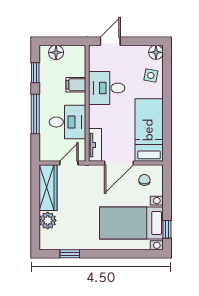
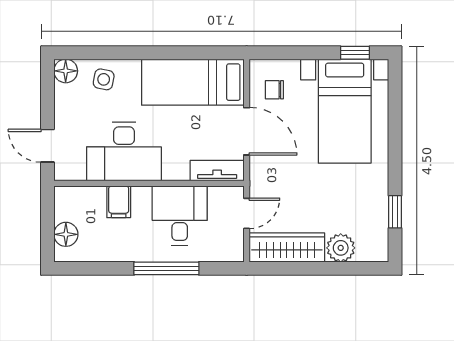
window: (35, 73) -> (99, 268), removed
desk: (107, 88) -> (124, 152), width x1.37
door: (69, 163) -> (247, 213), swing flipped

